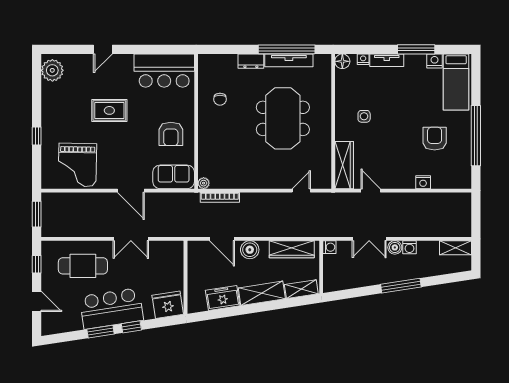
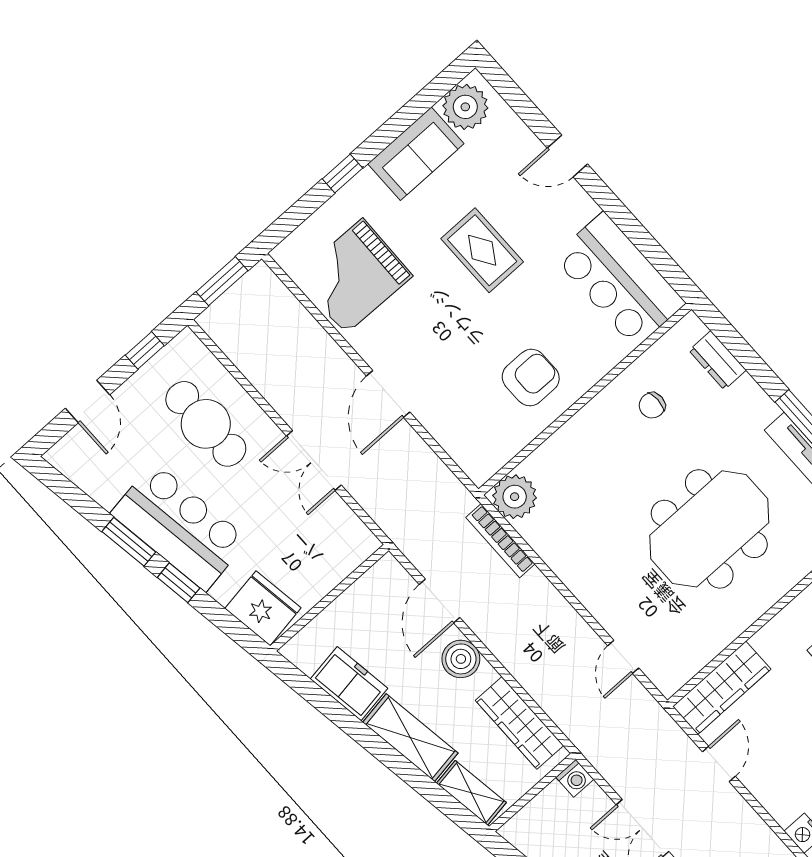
dresser: (251, 61) -> (717, 360), moved
armchair: (171, 134) -> (531, 378), turned 180
sofa: (174, 177) -> (416, 154), moved, turned 90
plant: (204, 183) -> (515, 497), width x1.88, depth x1.88
door: (301, 191) -> (623, 657), swing flipped

